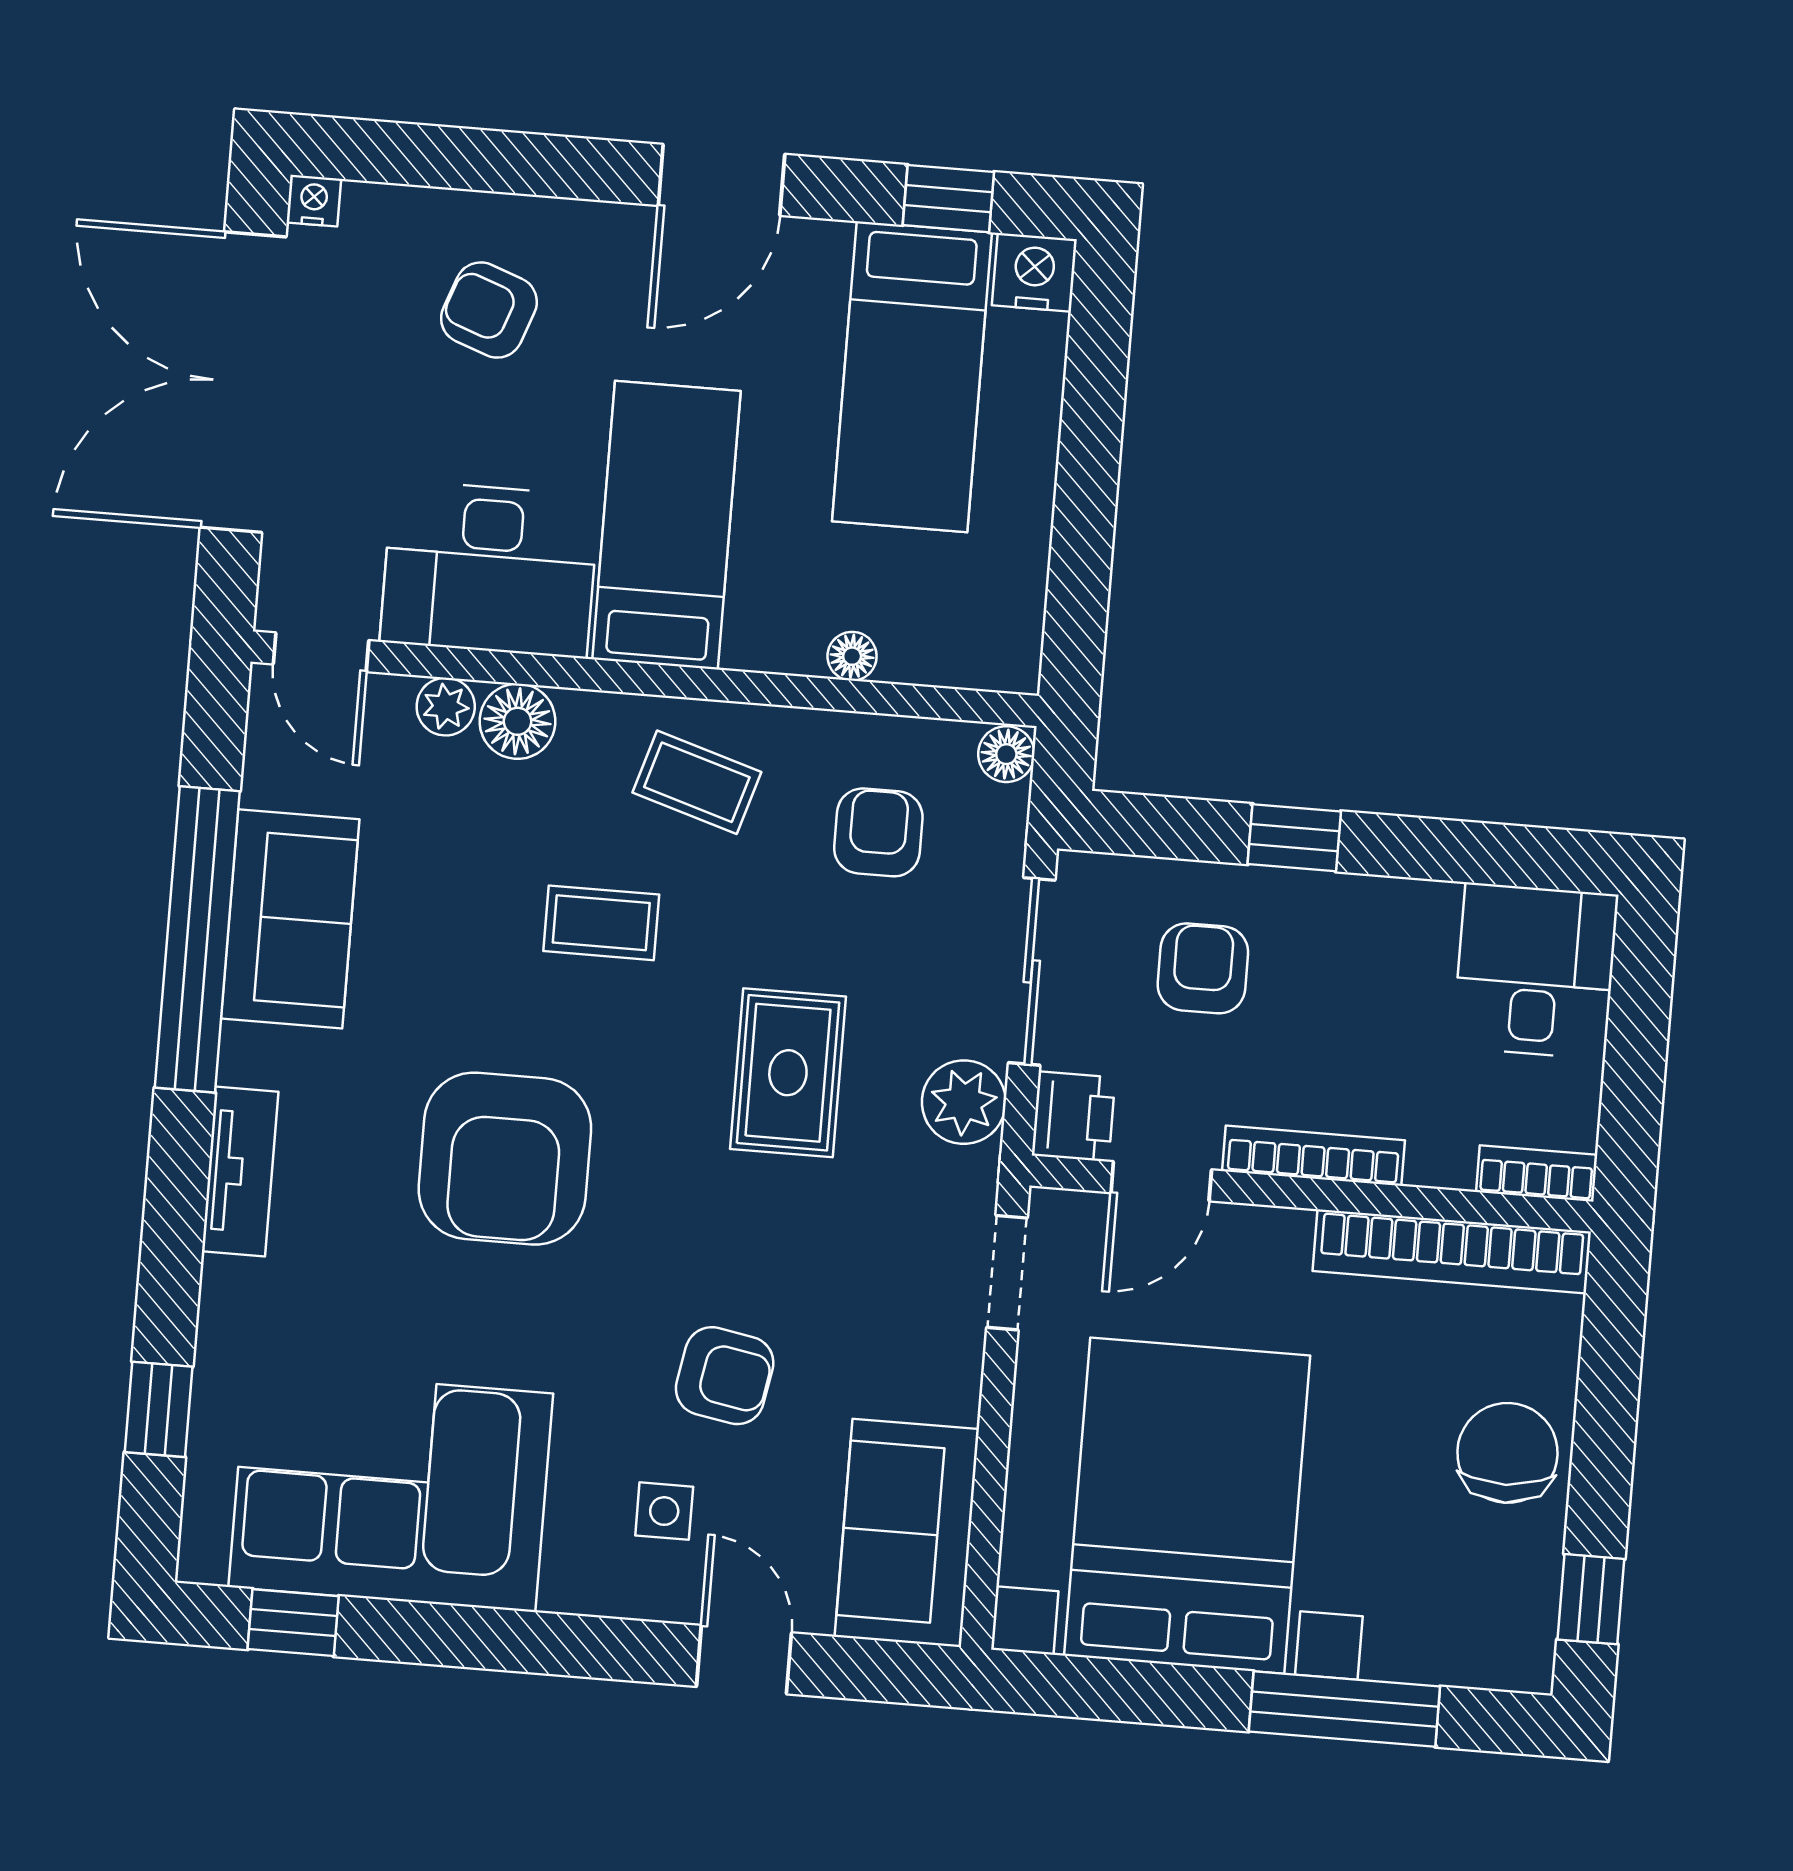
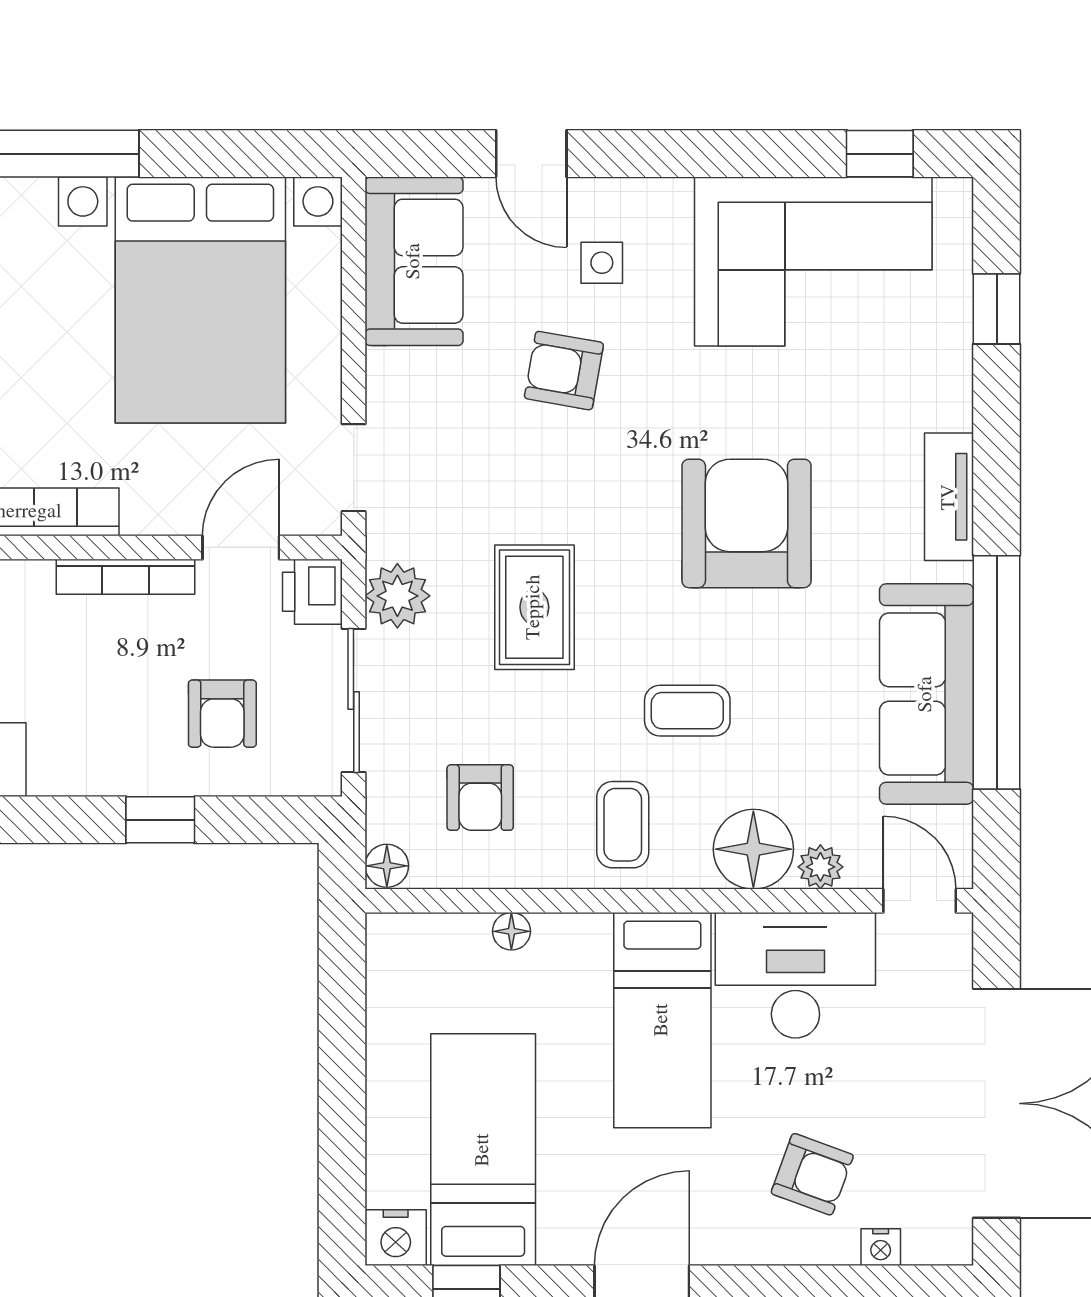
nightstand: (314, 201) -> (881, 1247), moved
floor lamp: (517, 721) -> (753, 849), width x1.38, depth x1.38
coffee table: (697, 782) -> (623, 825), turned 73
sofa: (290, 919) -> (926, 694), width x1.36

